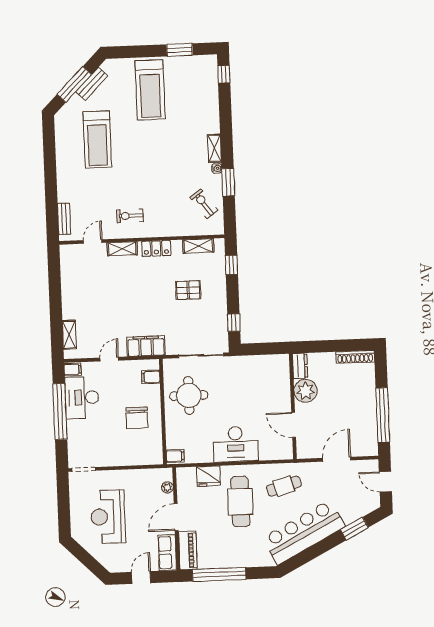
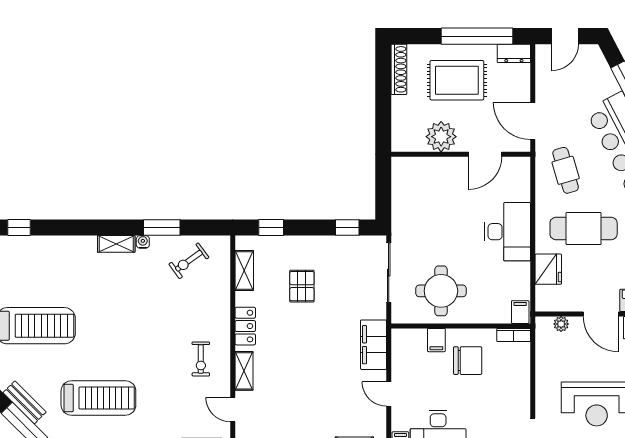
dresser: (300, 366) -> (514, 53), moved, turned 180
filing cabinet: (151, 377) -> (436, 340), moved
rug: (349, 401) -> (457, 80), added
bookcase: (158, 452) -> (514, 335), added
door: (337, 459) -> (533, 121), moved

